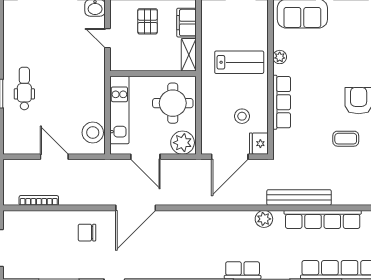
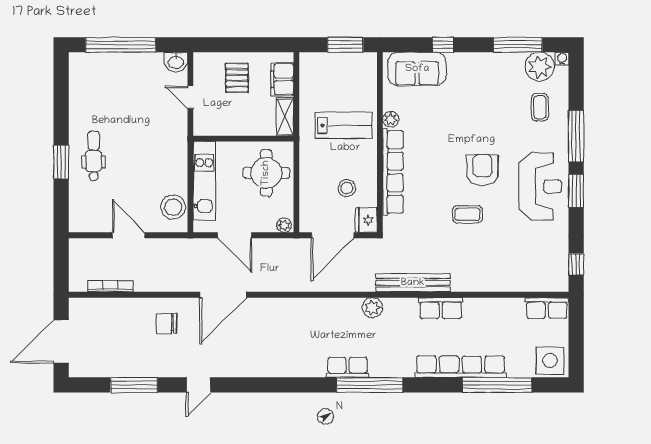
row of seats: (282, 102) -> (393, 172), width x1.36
plant: (183, 143) -> (284, 225), width x0.53, depth x0.53
row of seats: (323, 219) -> (441, 308), width x0.50

